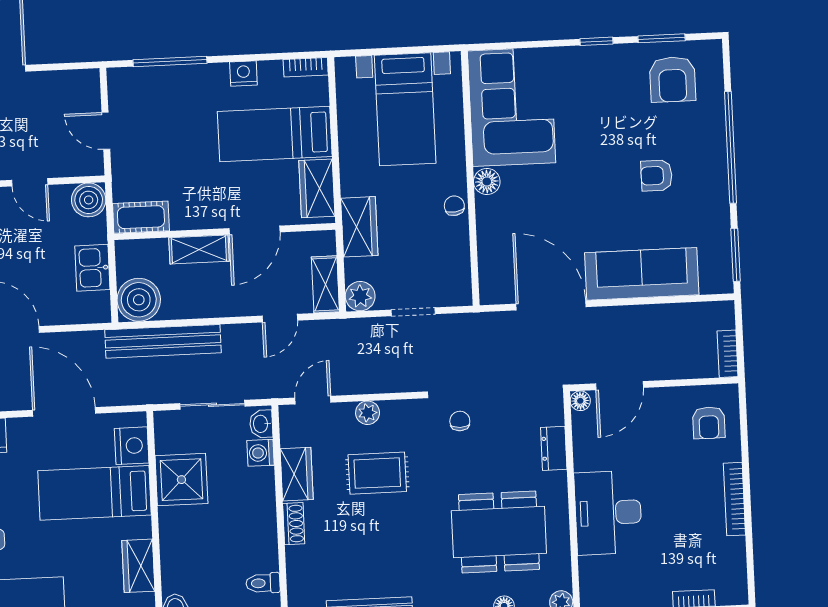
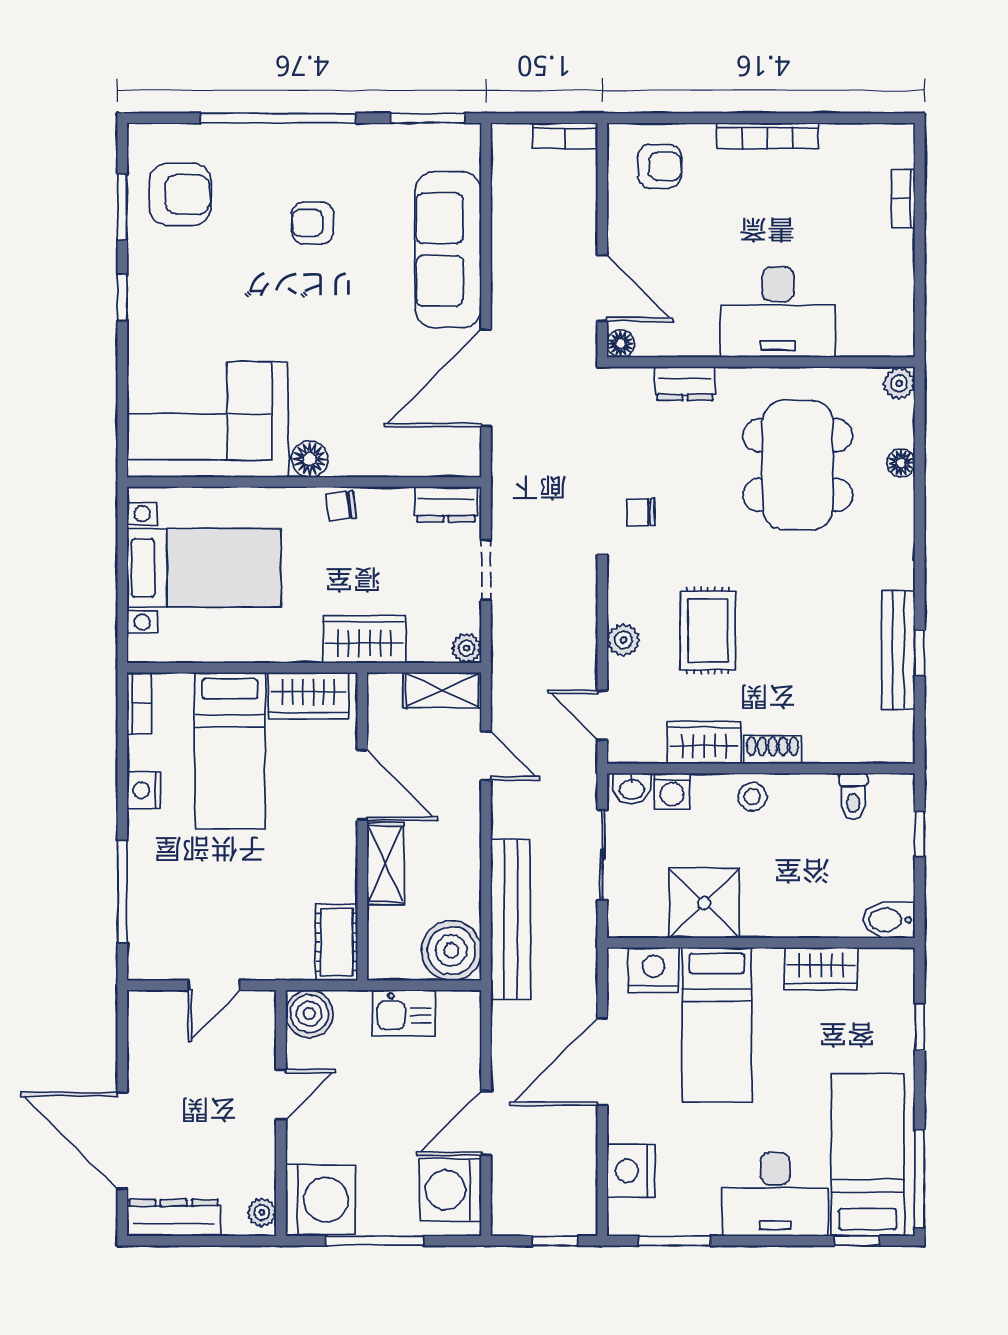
armchair: (656, 176) -> (313, 223), turned 90
dresser: (459, 281) -> (446, 504), added
plant: (360, 296) -> (466, 648), width x0.73, depth x0.73
stool: (259, 511) -> (752, 797), added

